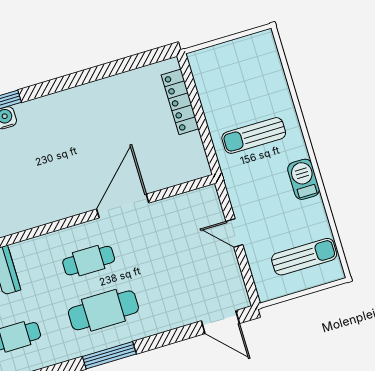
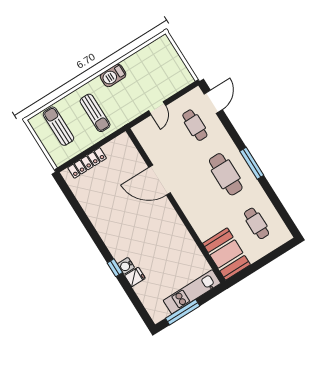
sun lounger: (304, 257) -> (58, 126), moved
cafe table: (89, 261) -> (195, 125), moved

